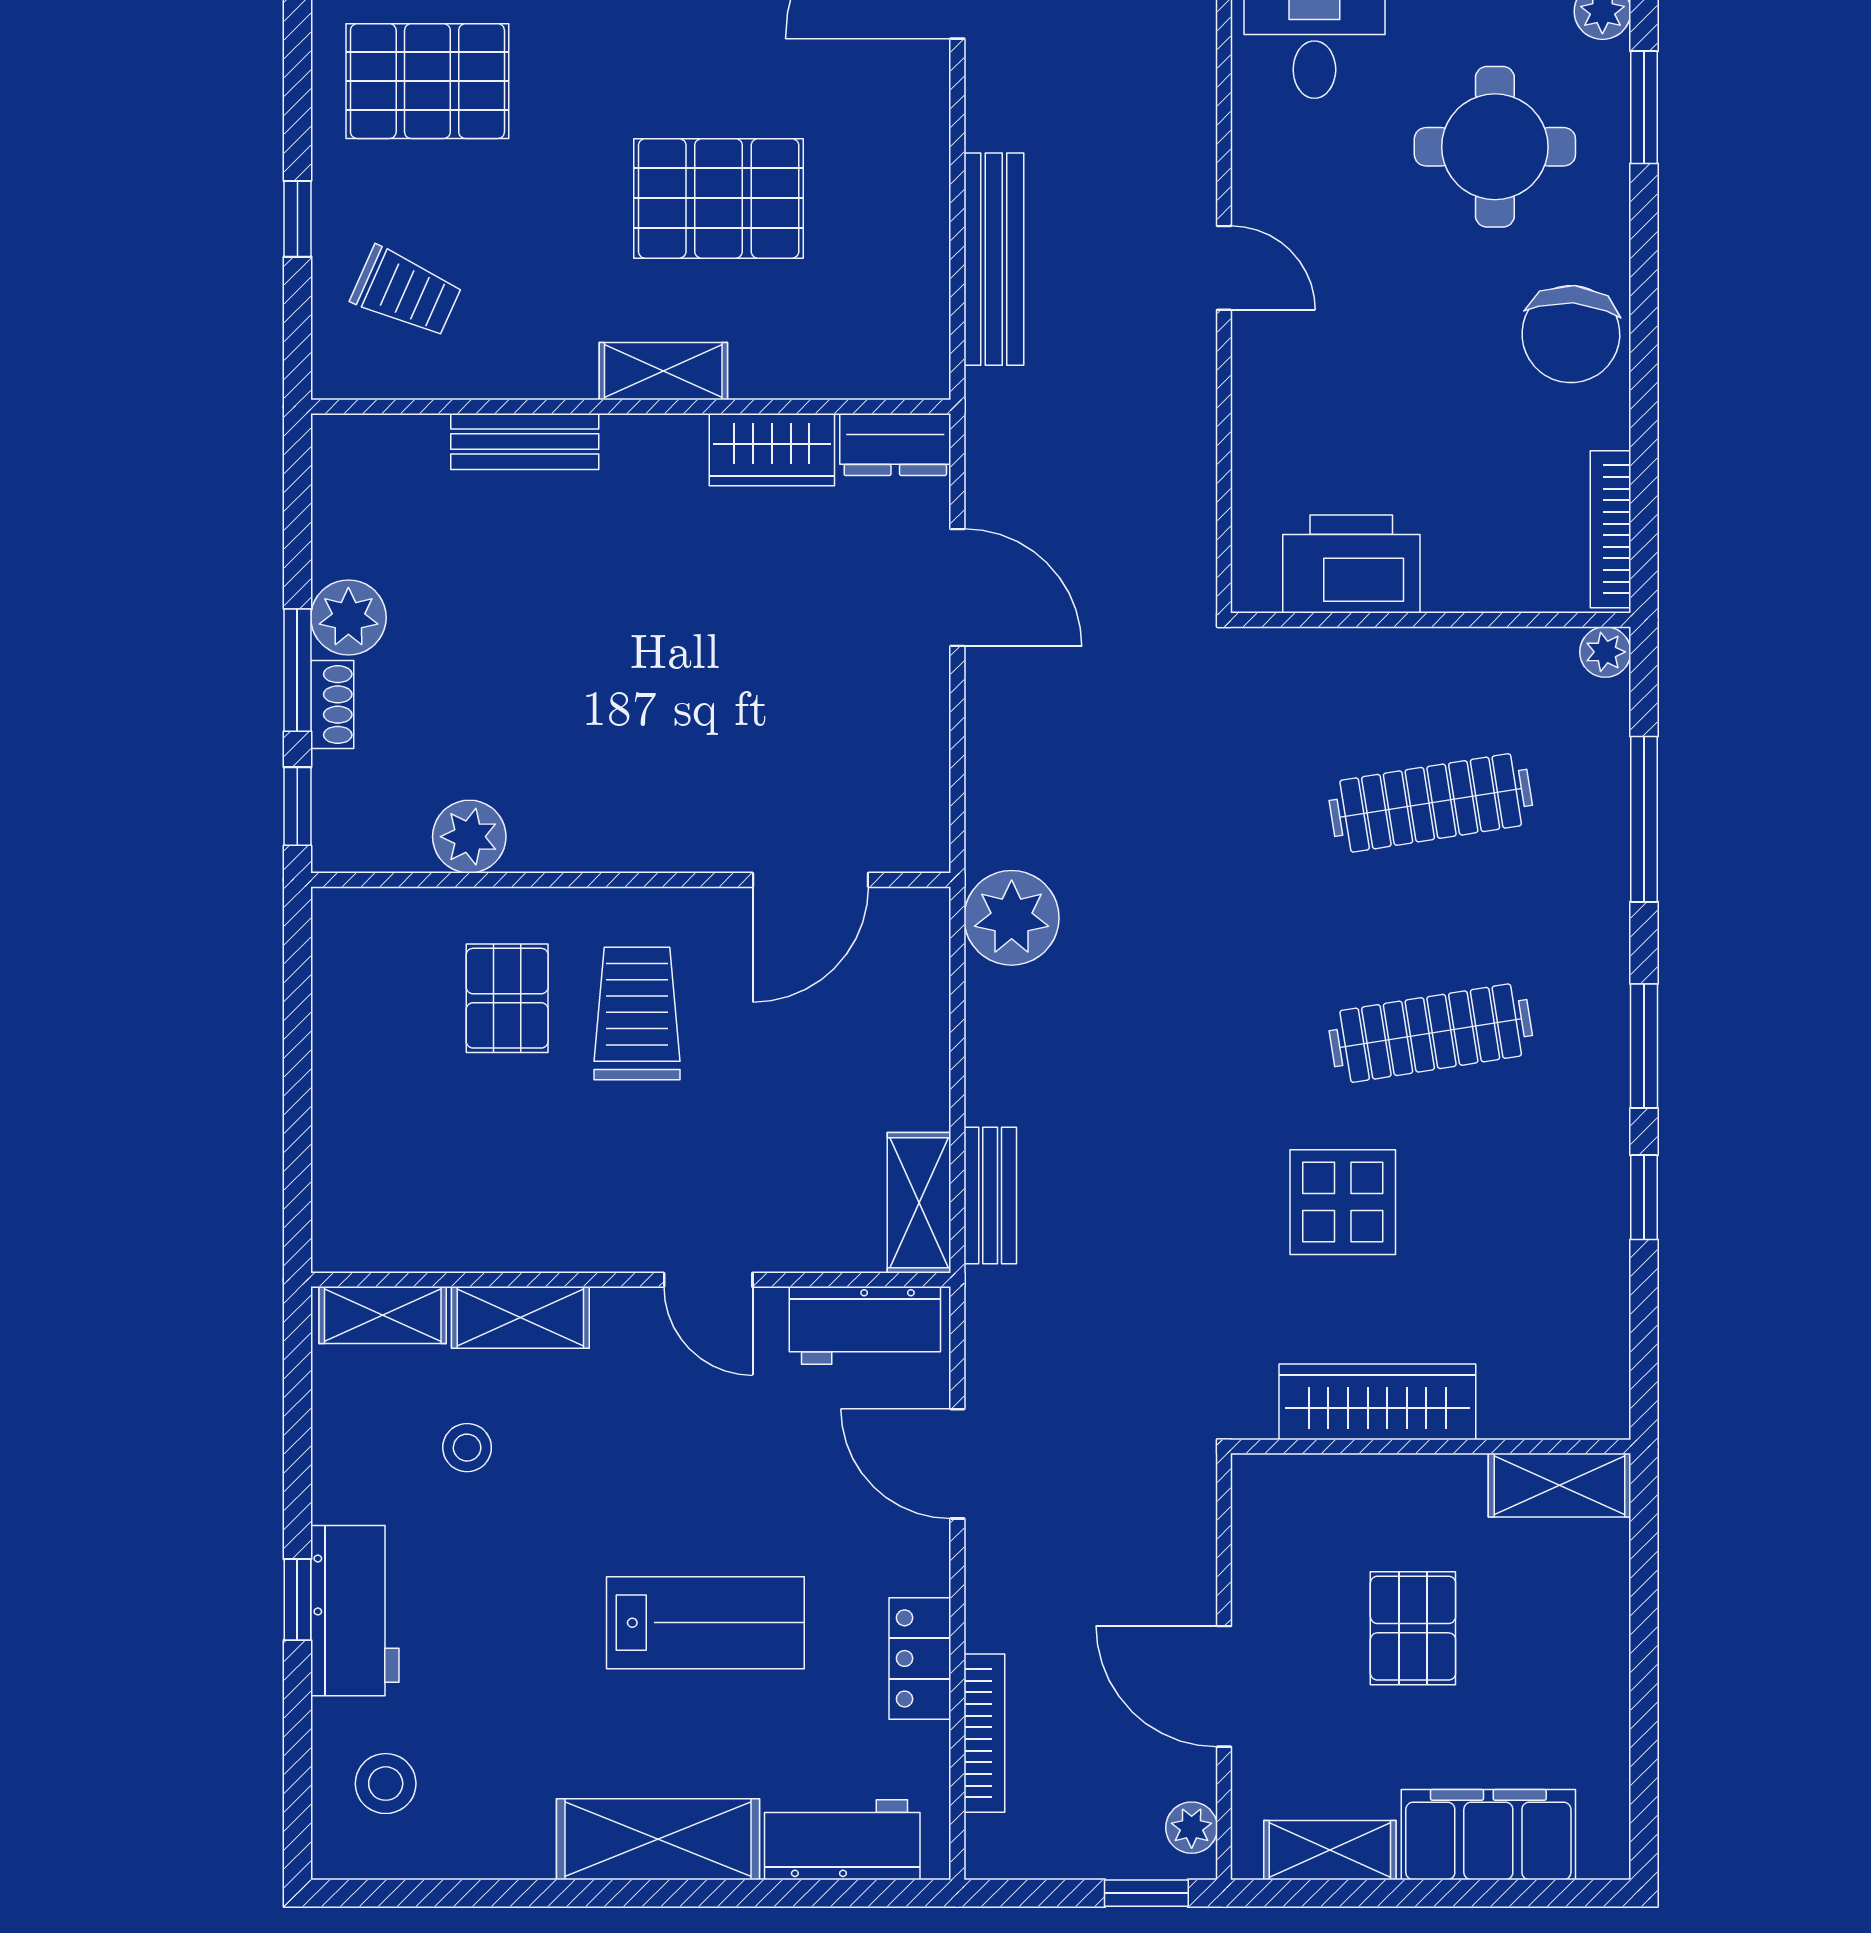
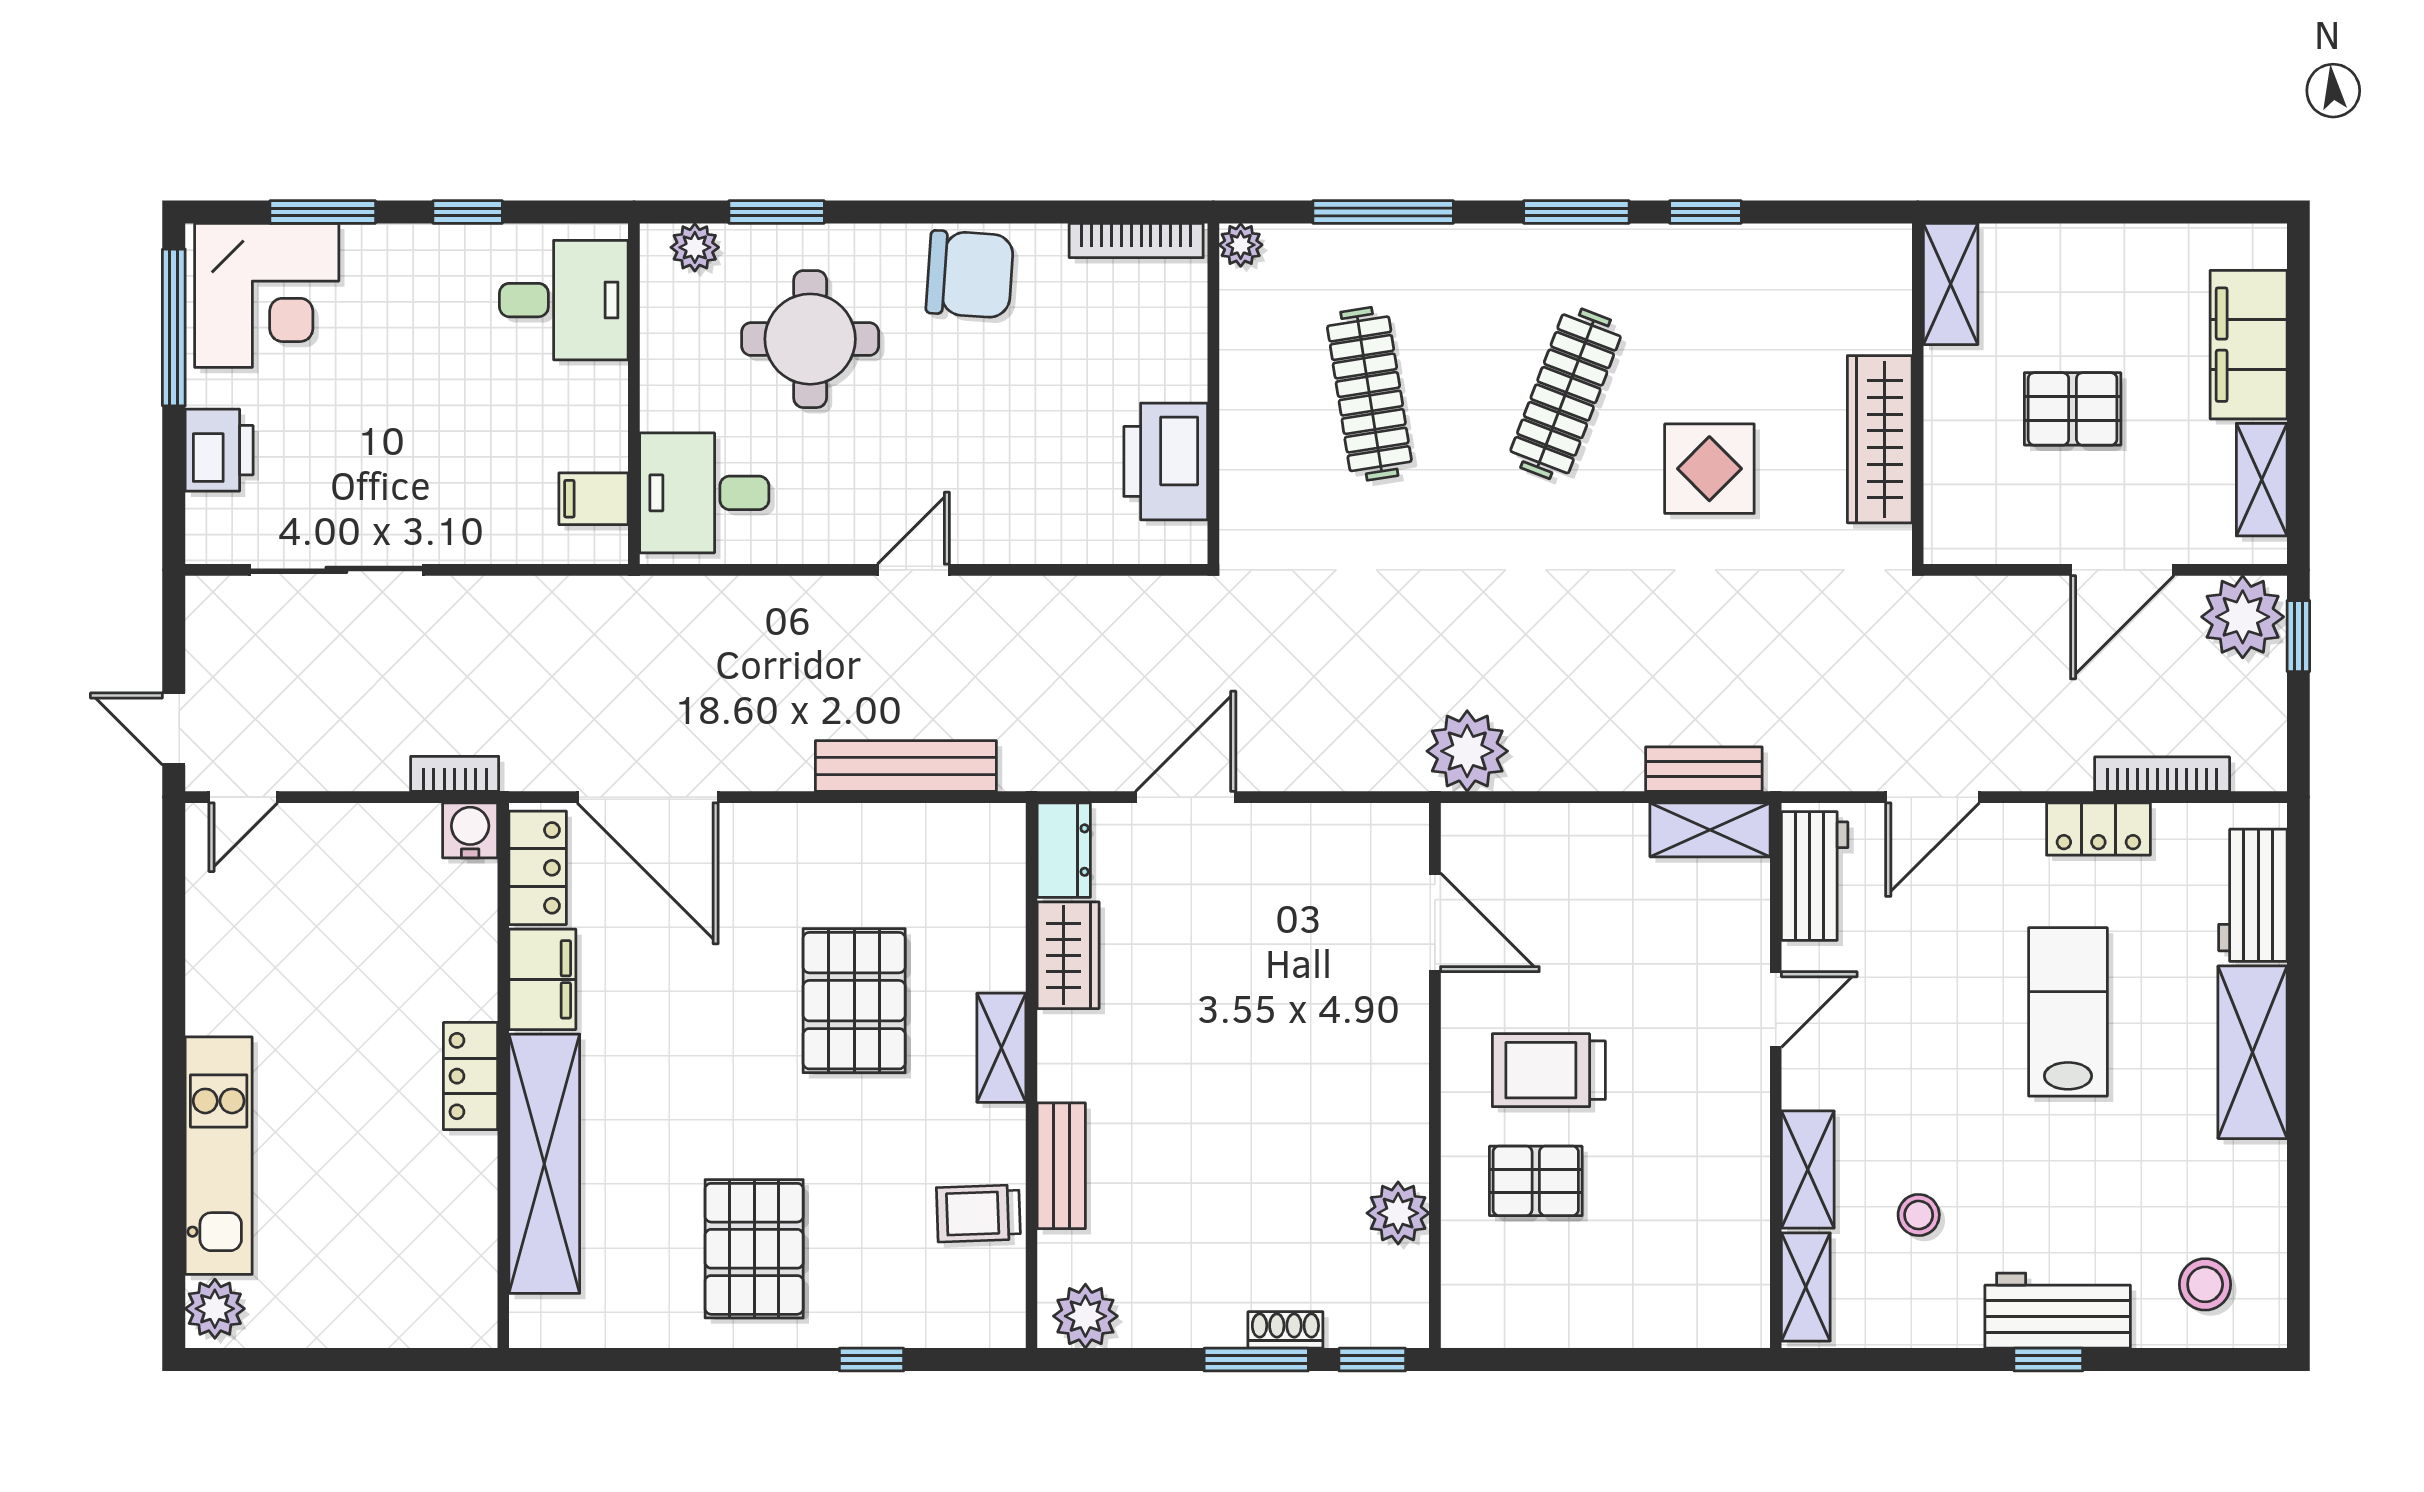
trolley: (406, 292) -> (978, 1213), moved, turned -116
plant: (348, 618) -> (1085, 1316), moved
clothes rail: (1431, 1033) -> (1566, 394), turned 30
plant: (1192, 1828) -> (2243, 617), width x1.87, depth x1.87

